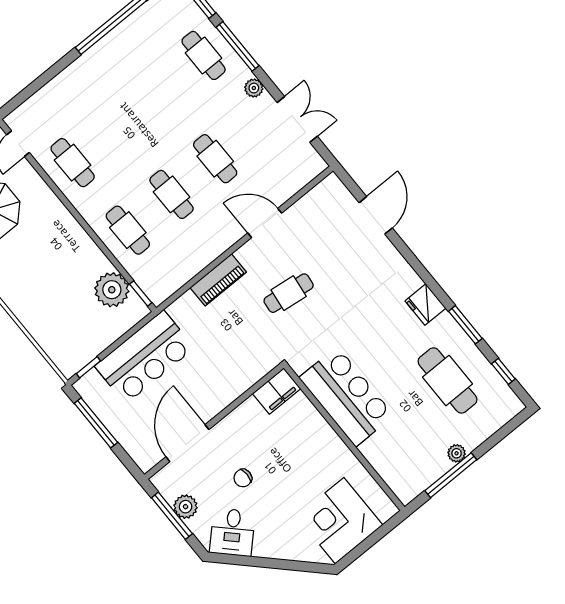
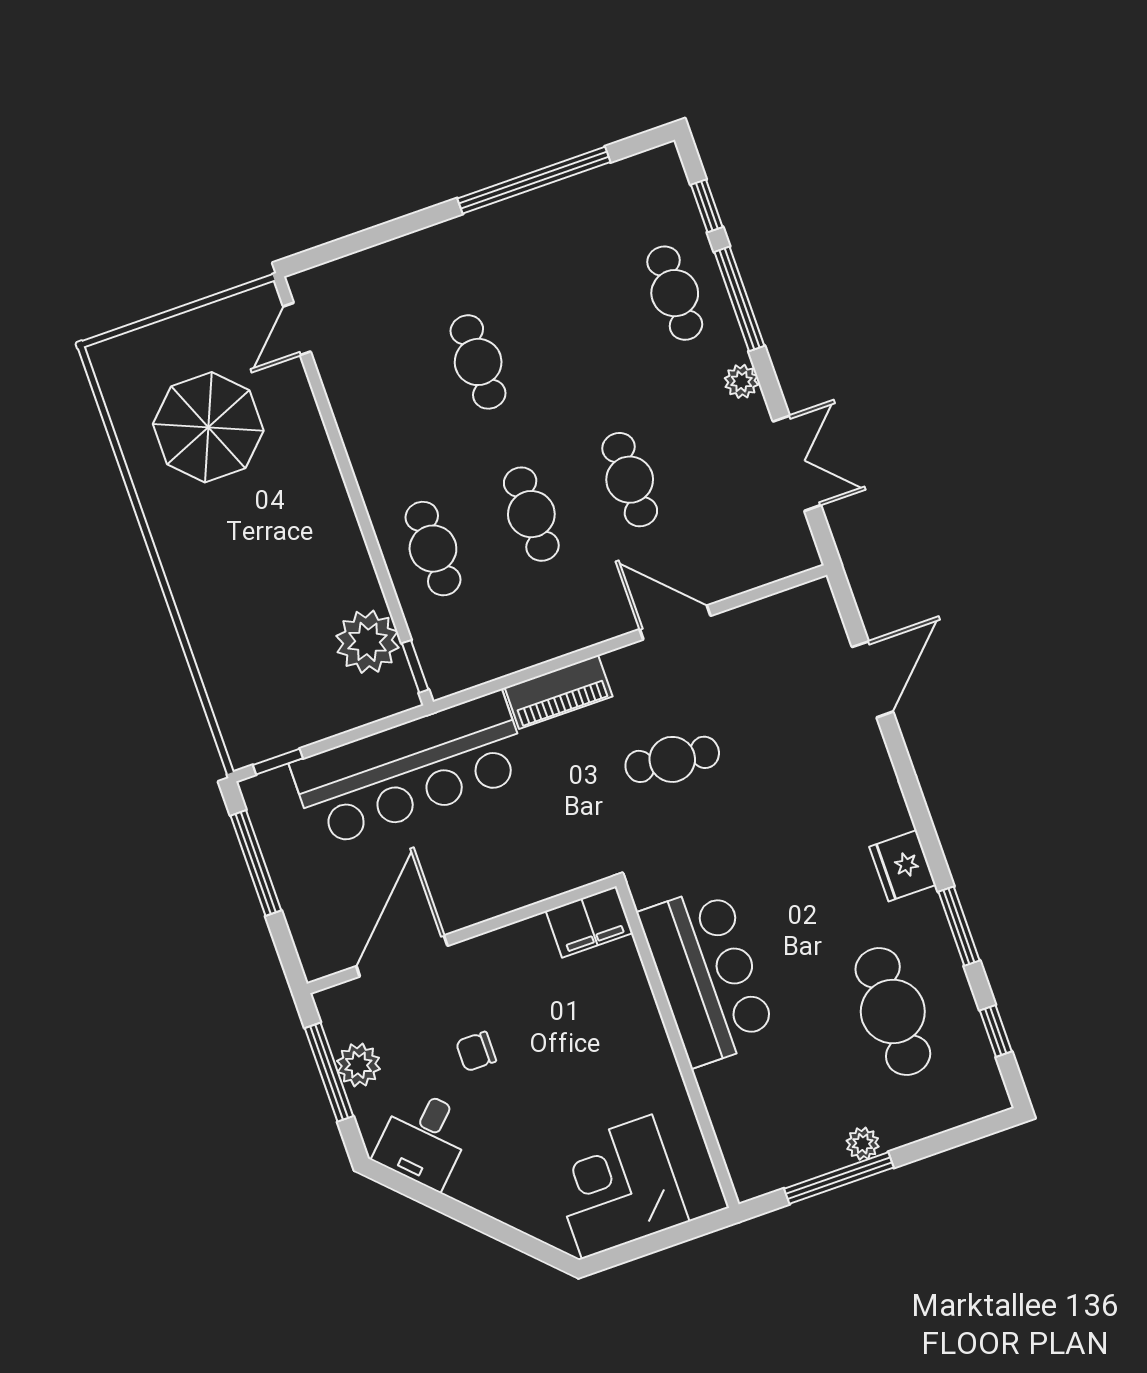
cafe table: (73, 163) -> (478, 362), moved
bar counter: (144, 357) -> (410, 769), width x1.36

